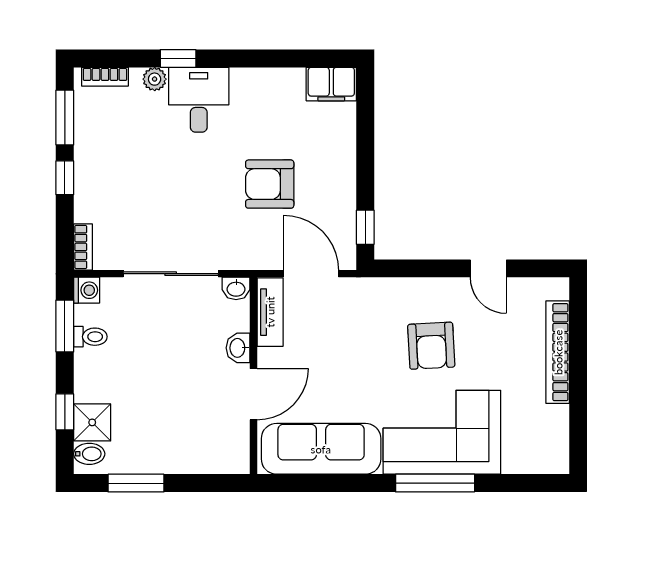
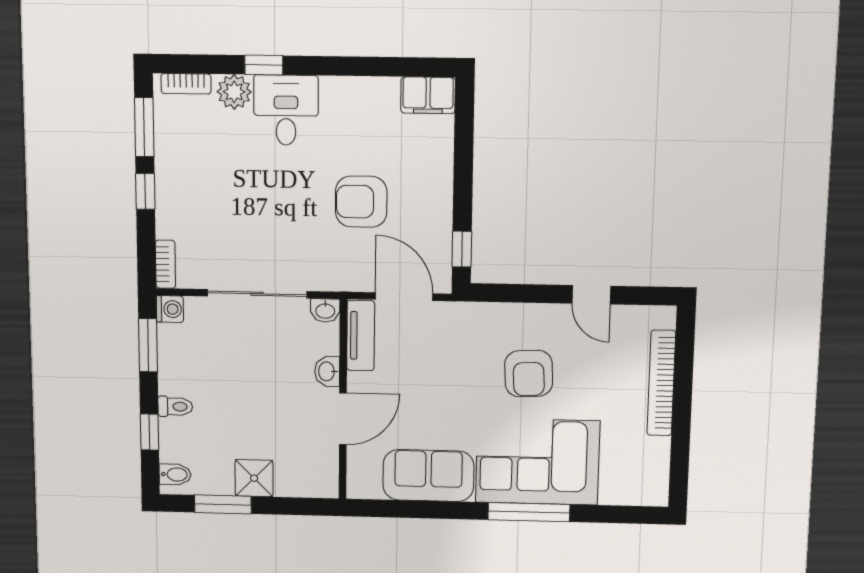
plant: (155, 79) -> (234, 92), width x1.38, depth x1.38
toilet: (90, 337) -> (175, 407), moved
shower: (92, 422) -> (254, 478), moved
sofa: (321, 449) -> (428, 476), width x0.73

